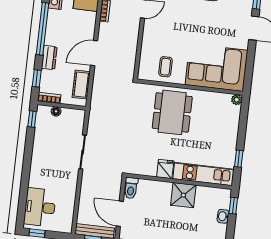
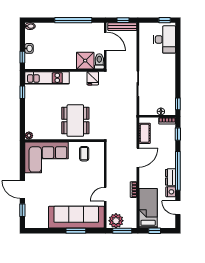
dresser: (49, 57) -> (170, 177), moved
fridge: (165, 169) -> (93, 78), moved
shower: (183, 195) -> (85, 61), moved

